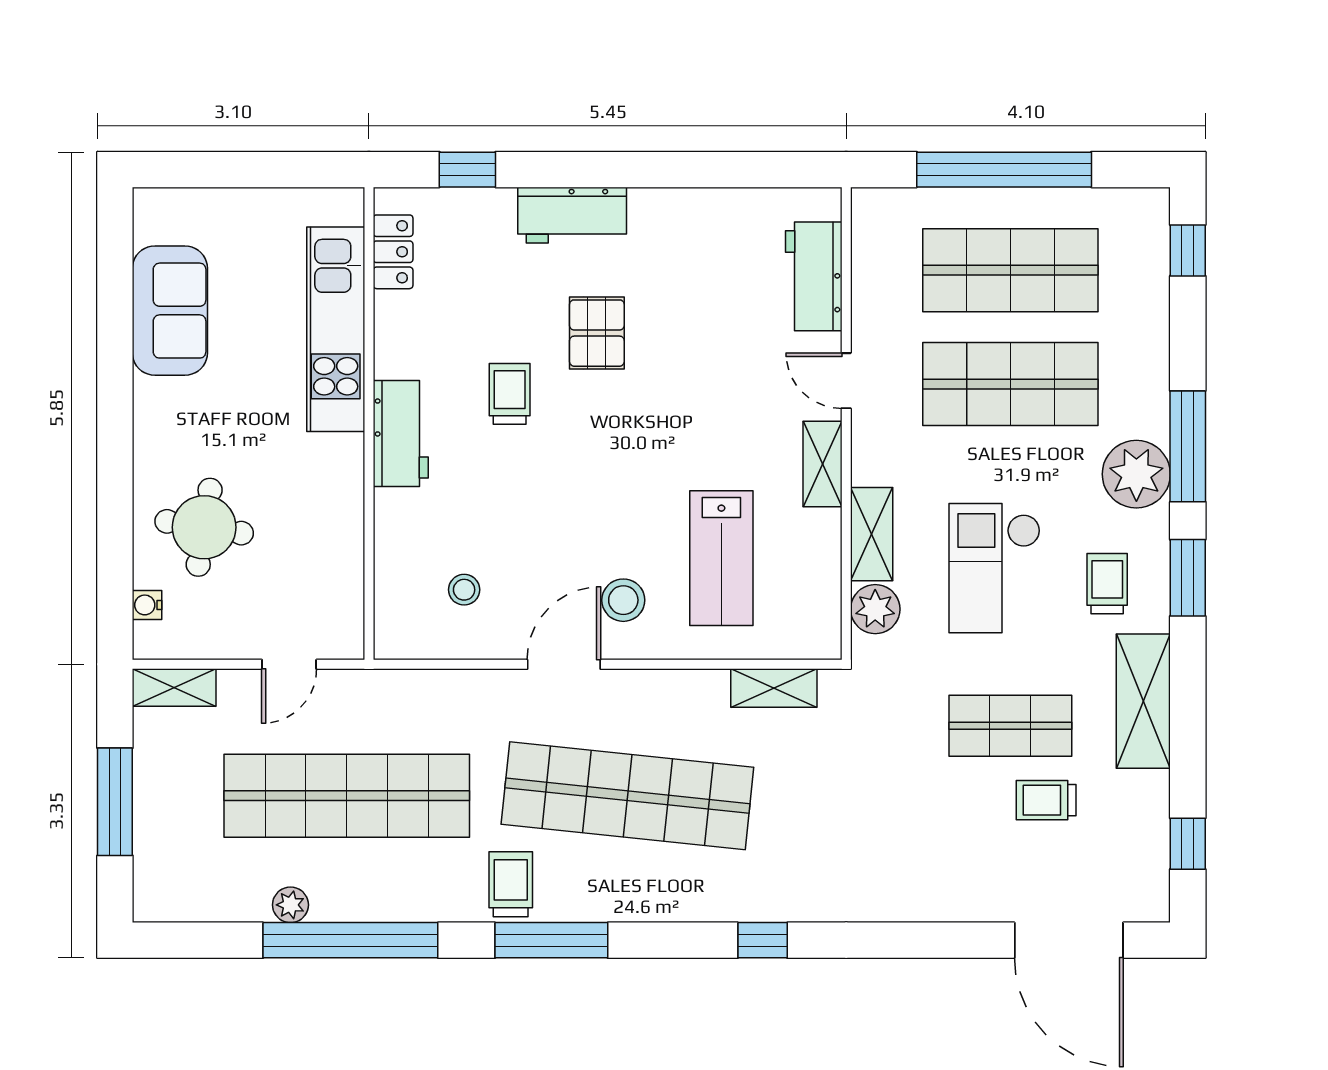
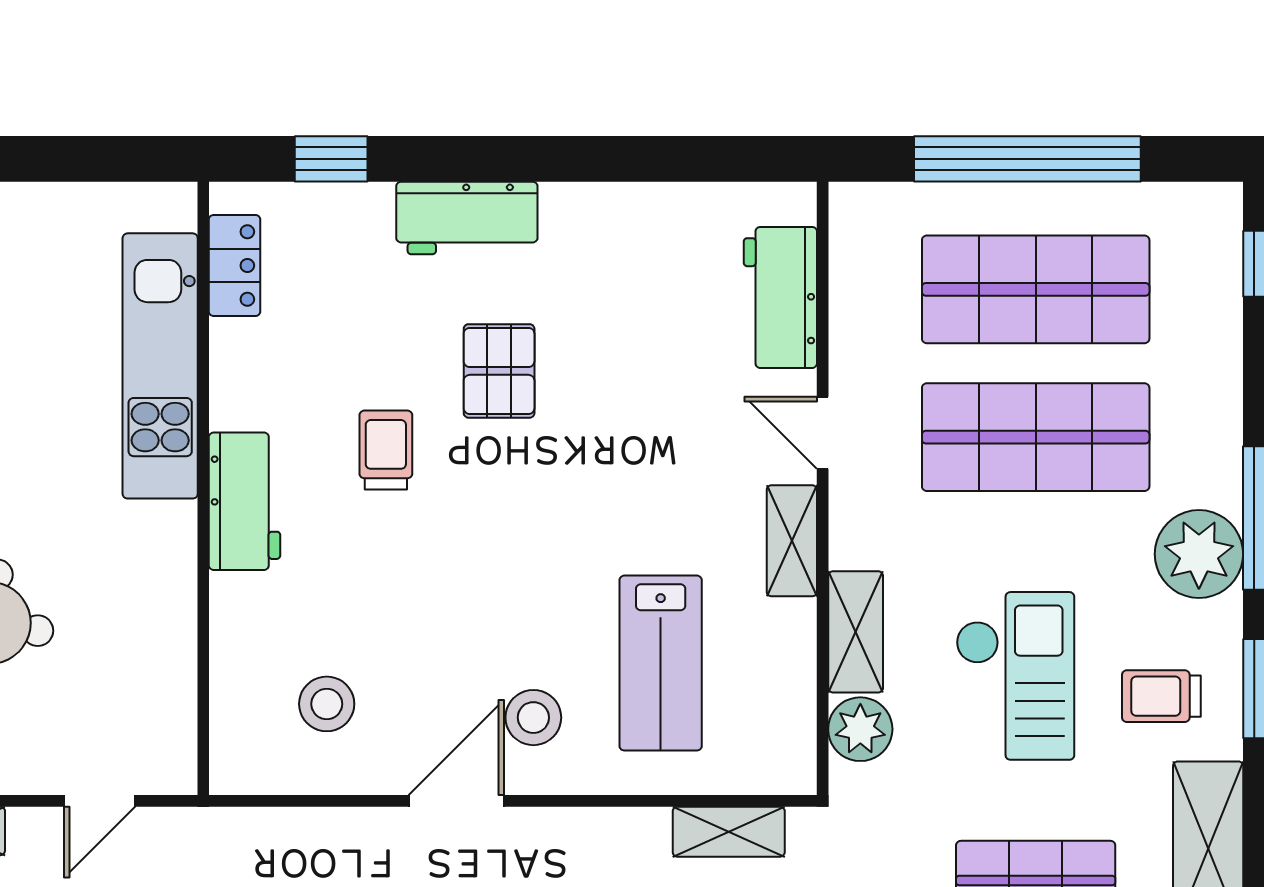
checkout: (995, 568) -> (1015, 676), turned 180
trolley: (1107, 584) -> (1161, 696), turned -90
stool: (464, 590) -> (327, 704), width x1.37, depth x1.37

